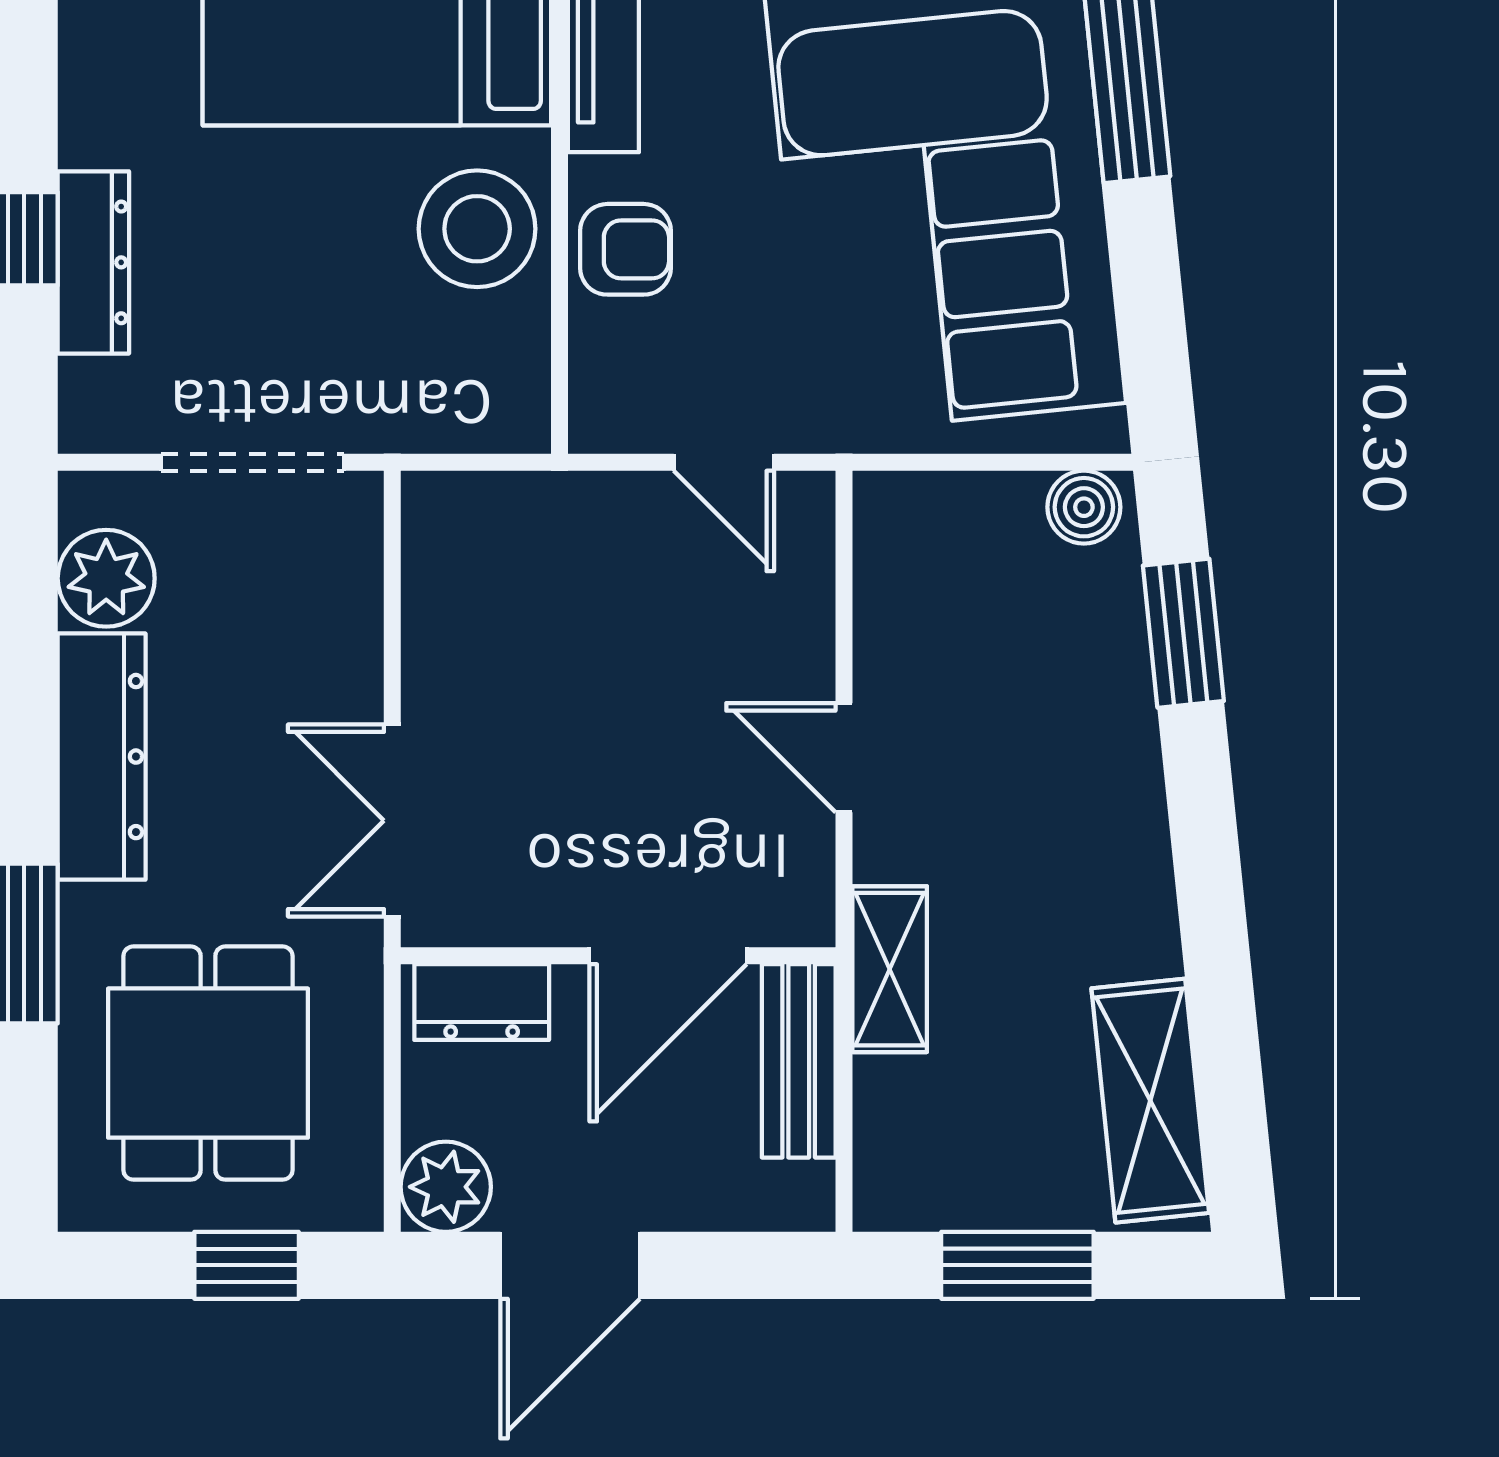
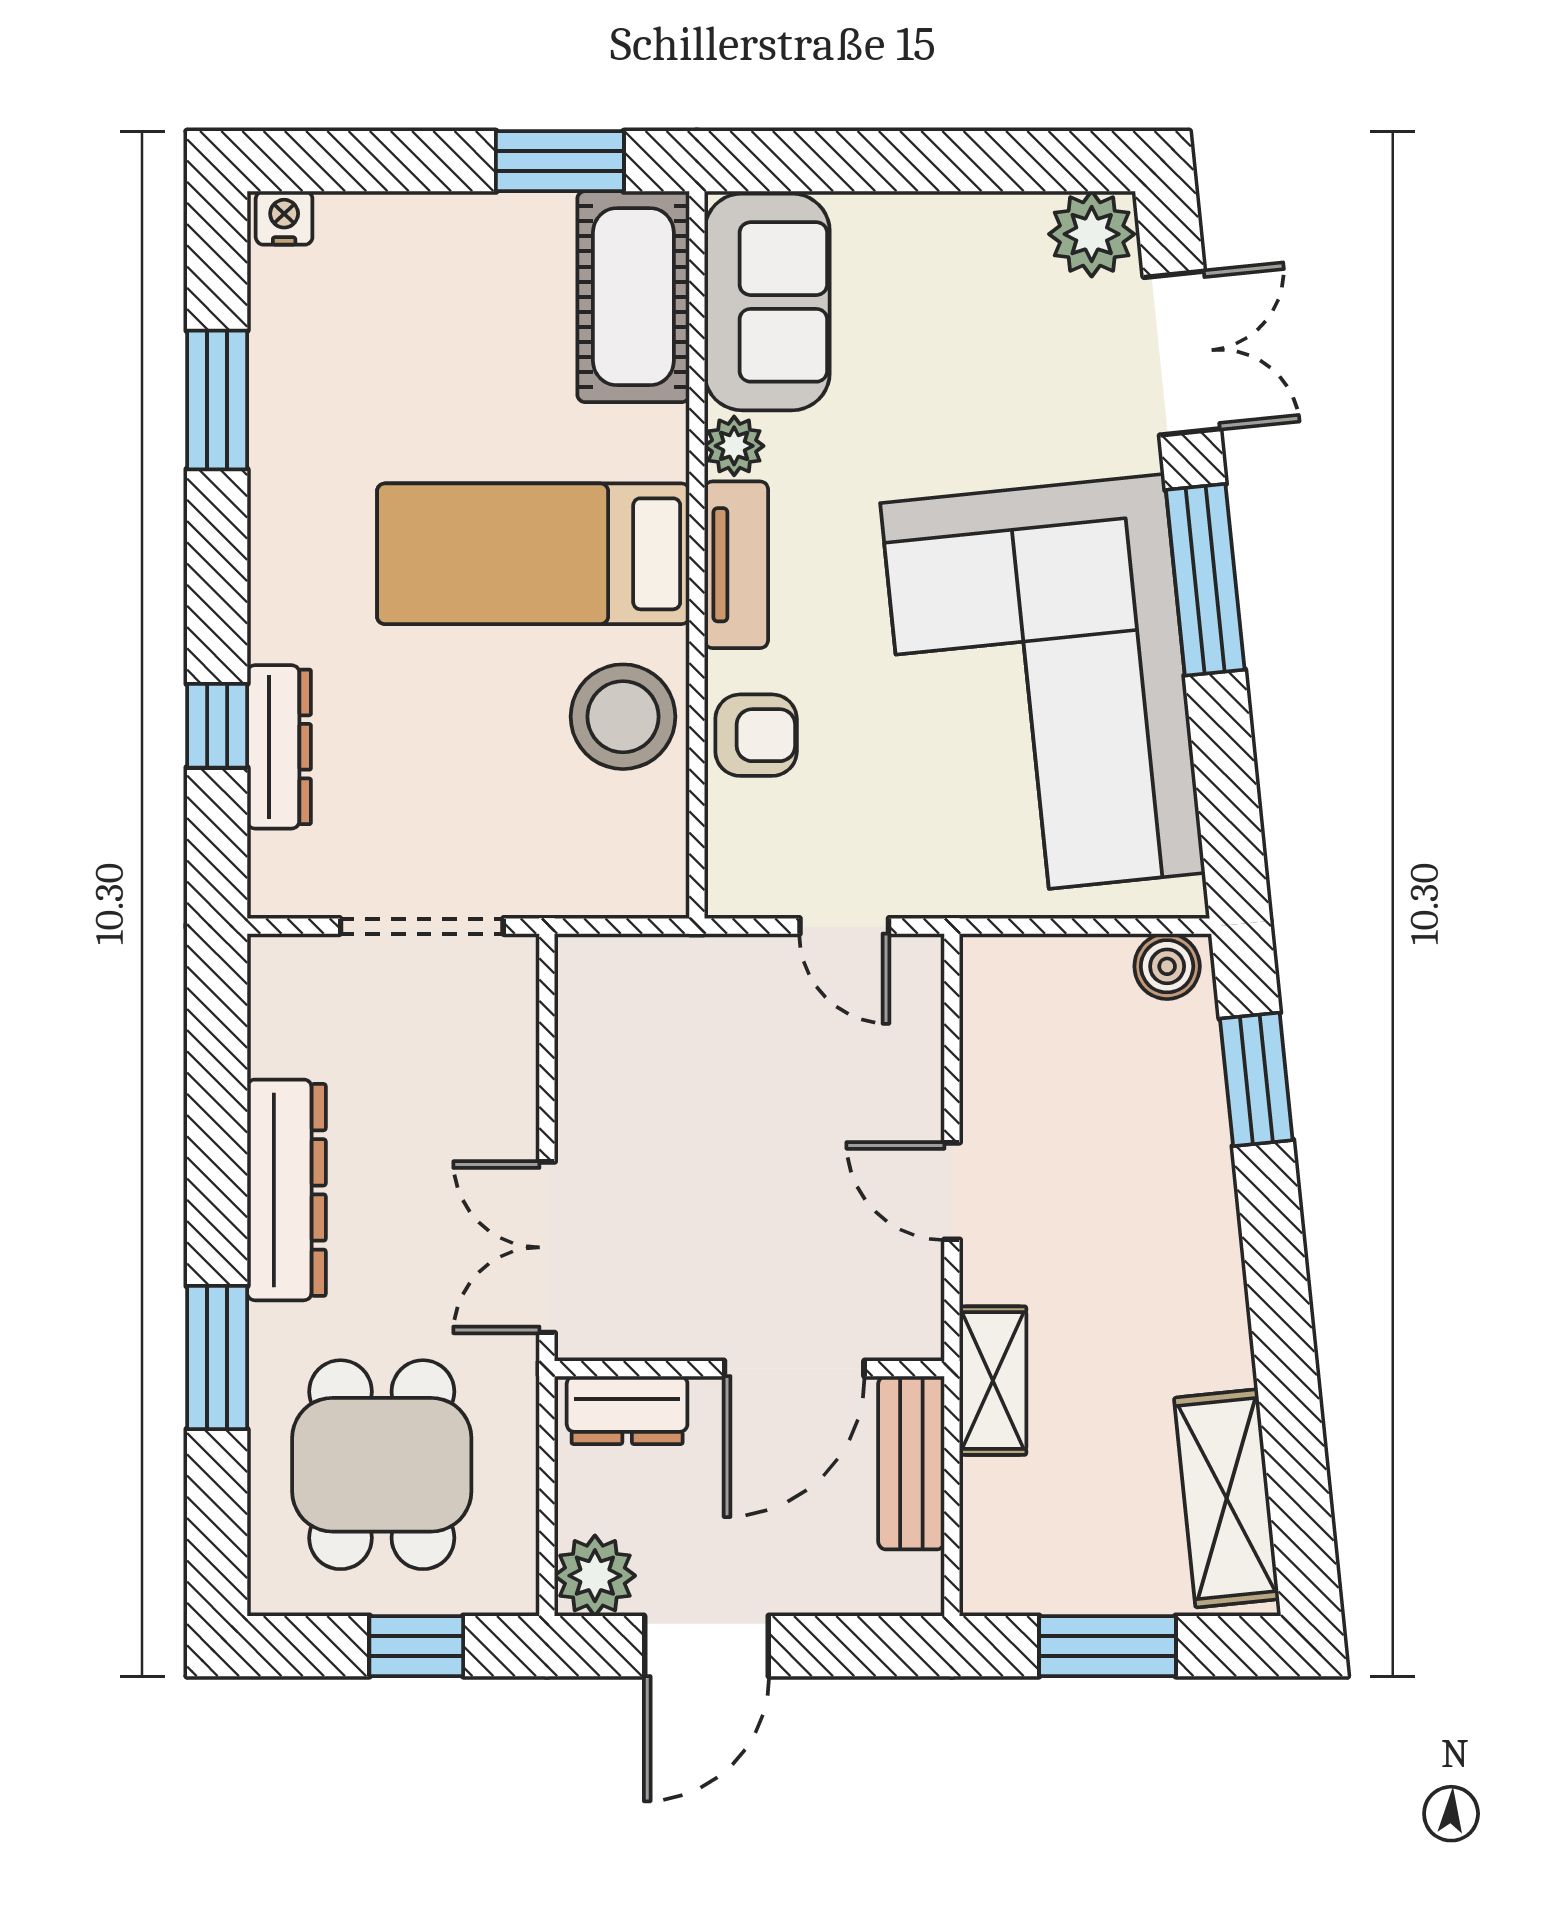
plant: (106, 578) -> (290, 1030), removed

